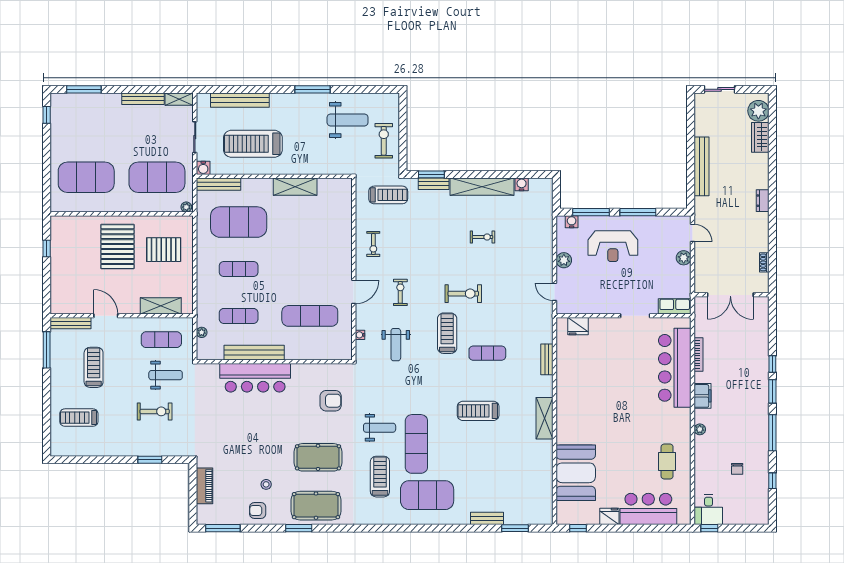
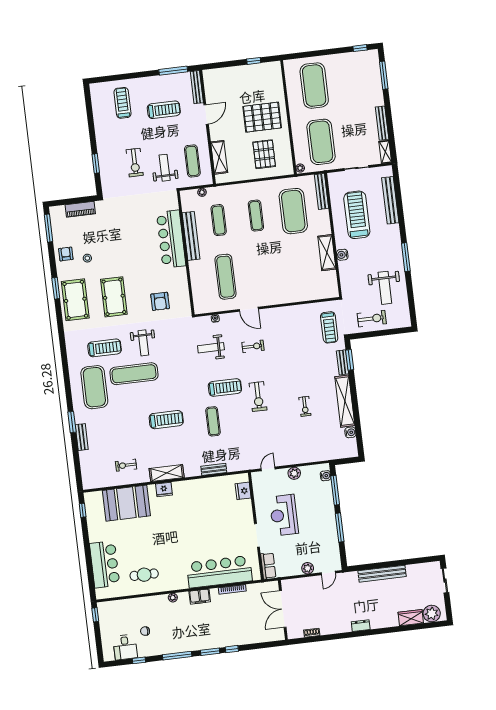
water cooler: (203, 168) -> (342, 255), moved
exercise bike: (373, 244) -> (126, 465), moved
reception desk: (613, 246) -> (284, 515), moved
weight bench: (166, 375) -> (165, 168), turned 180
treadmill: (478, 411) -> (166, 420), turned 90
desk: (709, 510) -> (125, 647), moved, turned -90
fridge: (609, 516) -> (164, 489), moved, turned 90
window: (515, 528) -> (72, 422), moved

